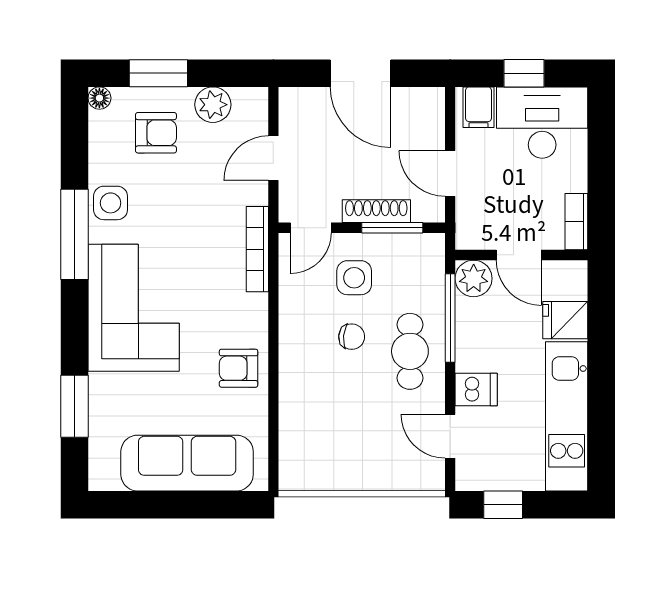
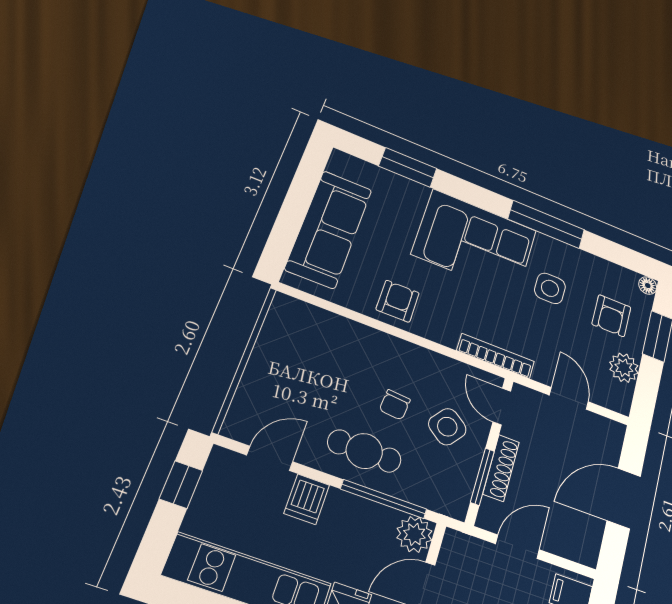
side table: (111, 203) -> (550, 288), moved
side table: (354, 278) -> (447, 427), turned 37

